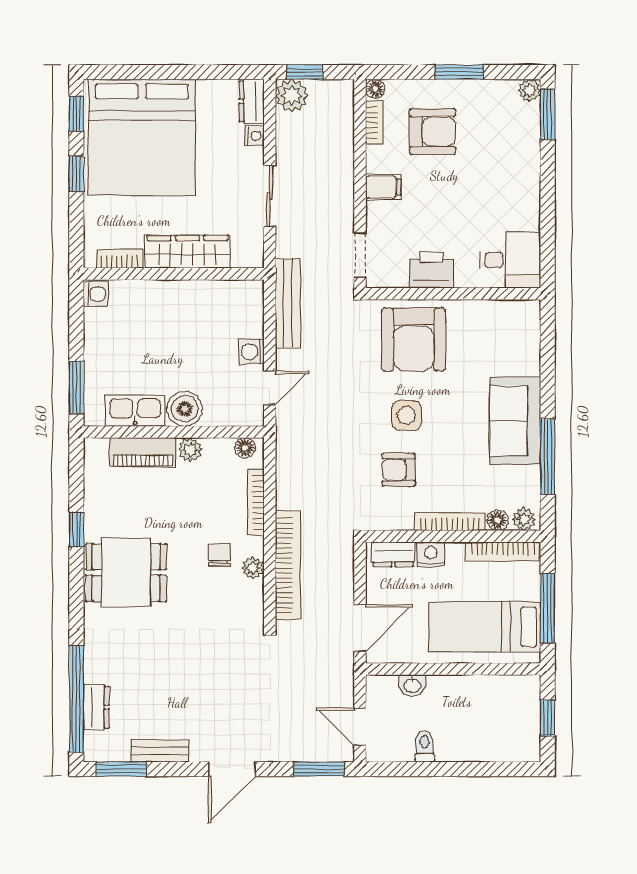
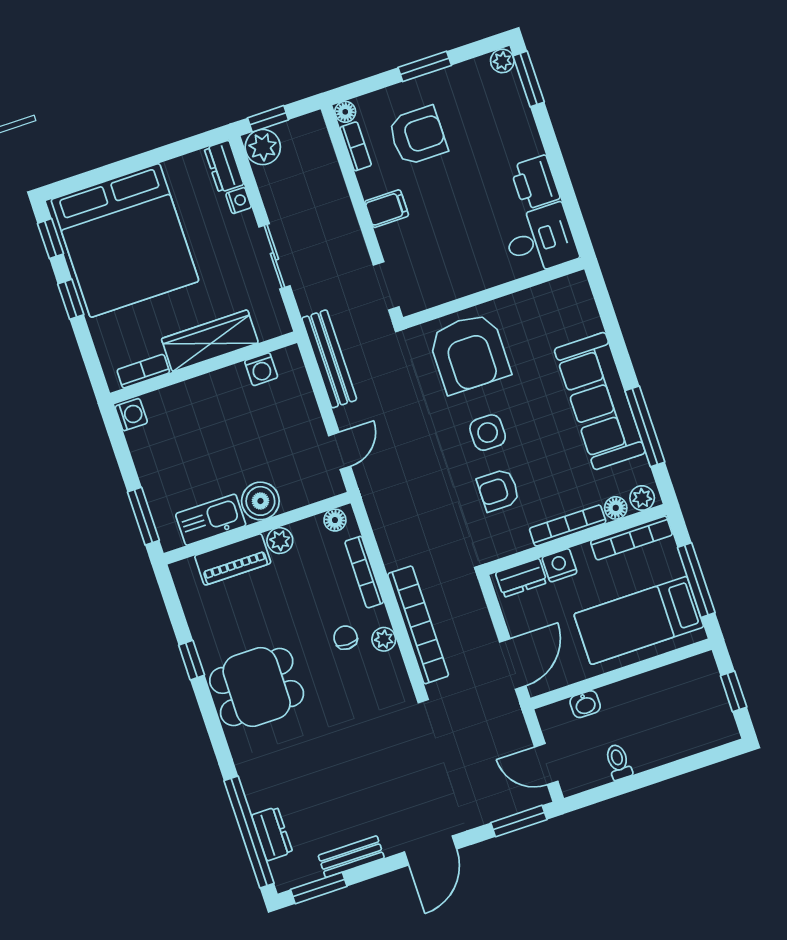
printer: (431, 270) -> (535, 182), moved, turned -90
washing machine: (252, 352) -> (261, 369), moved, turned -90
sofa: (515, 421) -> (600, 401), width x1.36

